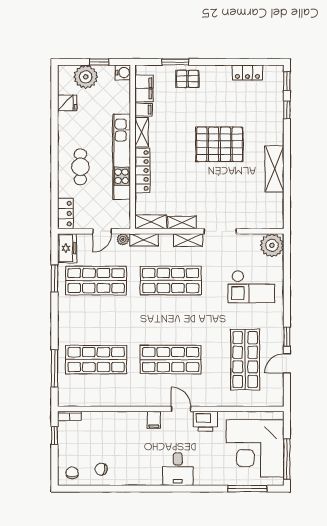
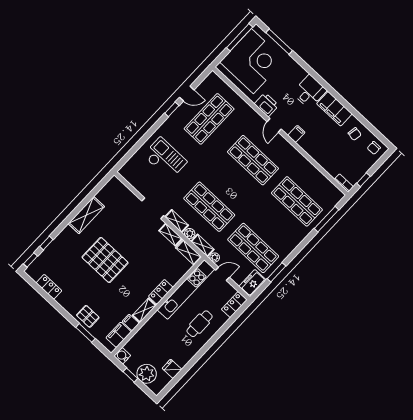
kitchen unit: (122, 157) -> (186, 290), moved
locker: (142, 170) -> (161, 292), width x0.66
plant: (272, 245) -> (190, 233), moved, width x0.53, depth x0.53
filing cabinet: (141, 475) -> (334, 109), added

